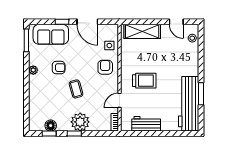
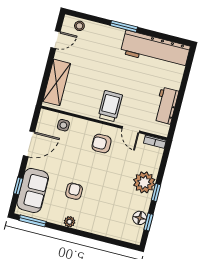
window: (62, 22) -> (18, 186), moved
armchair: (105, 67) -> (102, 144), moved
trolley: (144, 81) -> (110, 106), moved
coffee table: (76, 89) -> (104, 177), removed
window: (201, 94) -> (124, 26), moved

